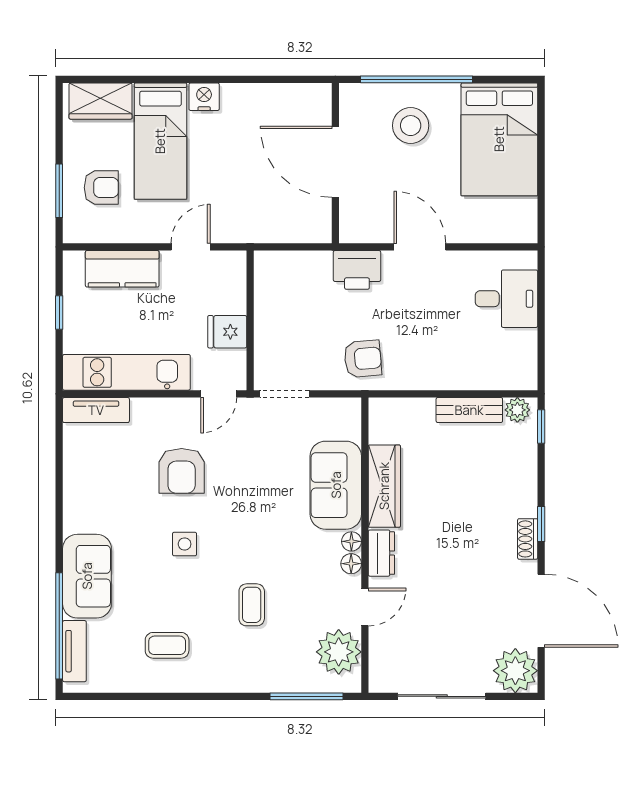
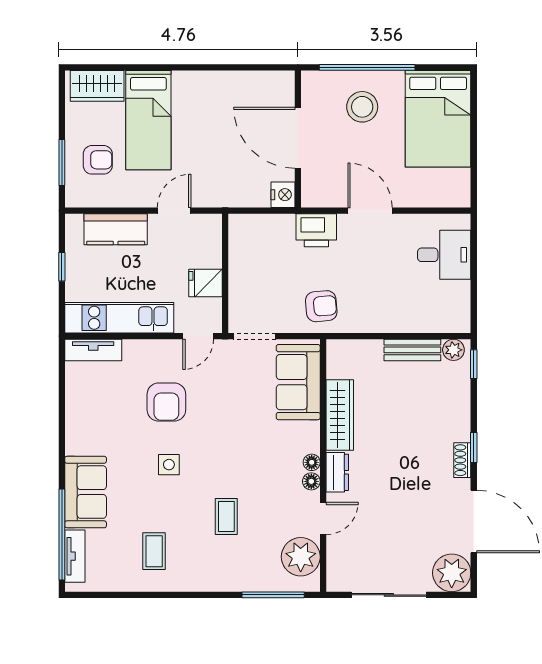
nightstand: (204, 97) -> (283, 195), moved, turned 90
sofa: (336, 485) -> (298, 382), moved
coffee table: (167, 645) -> (154, 551), turned 90

